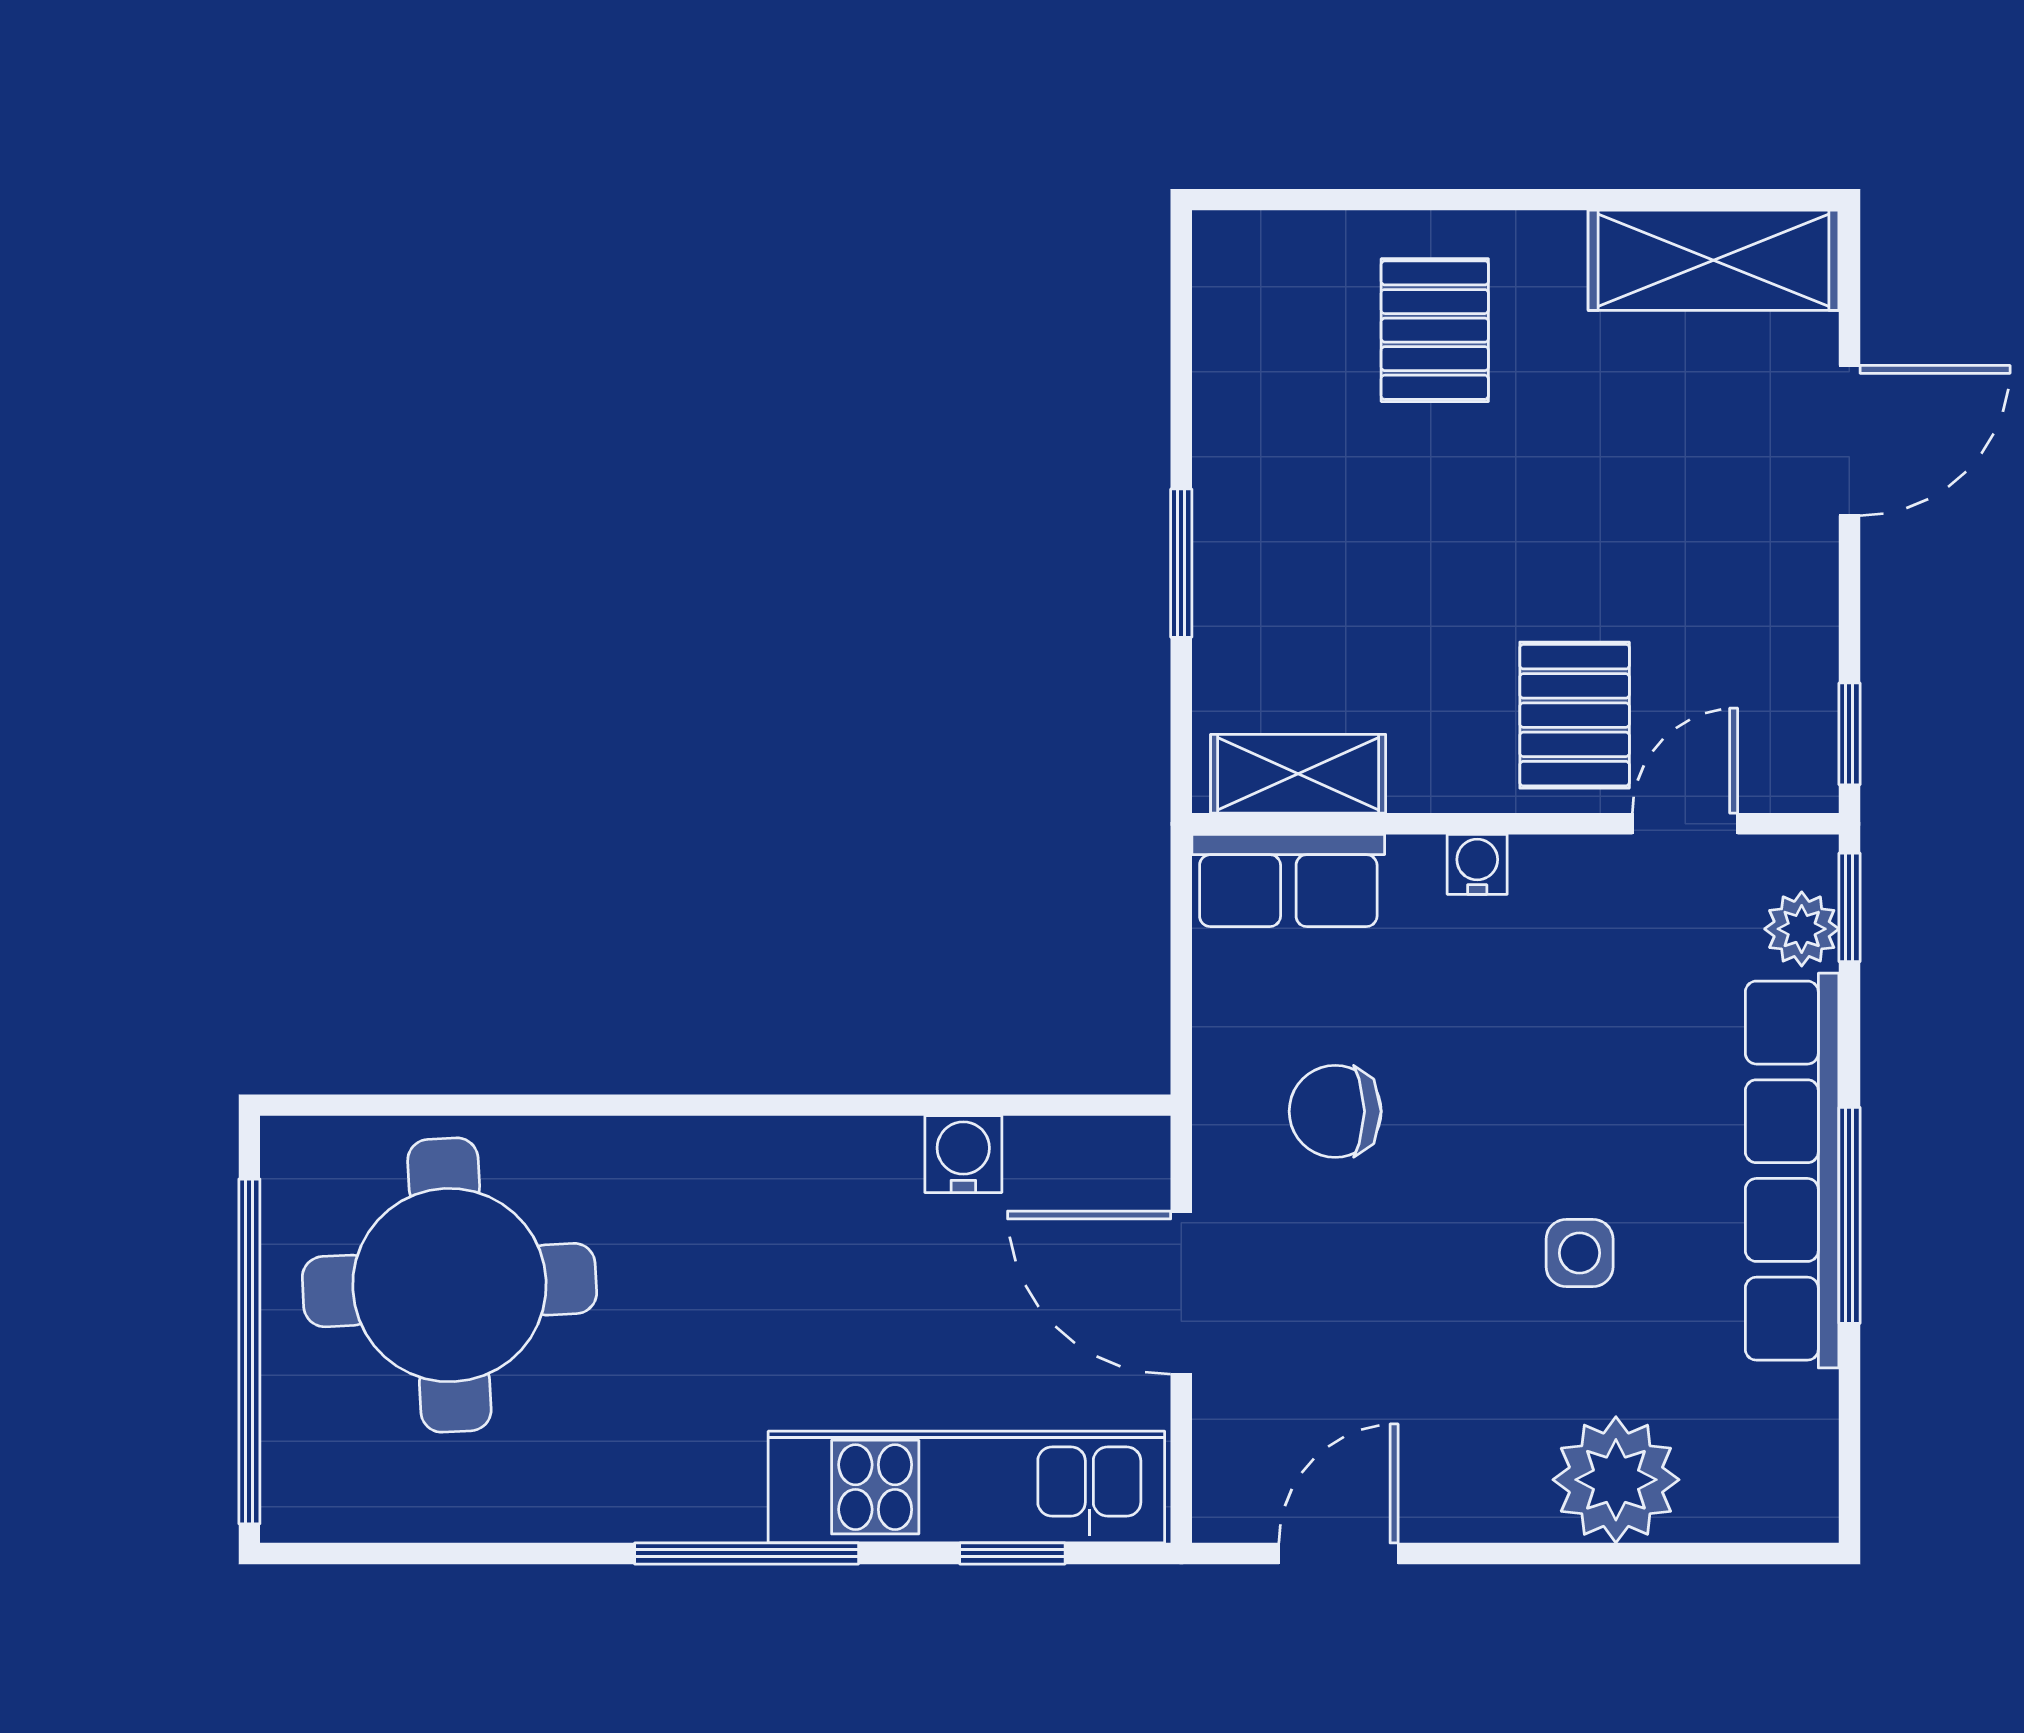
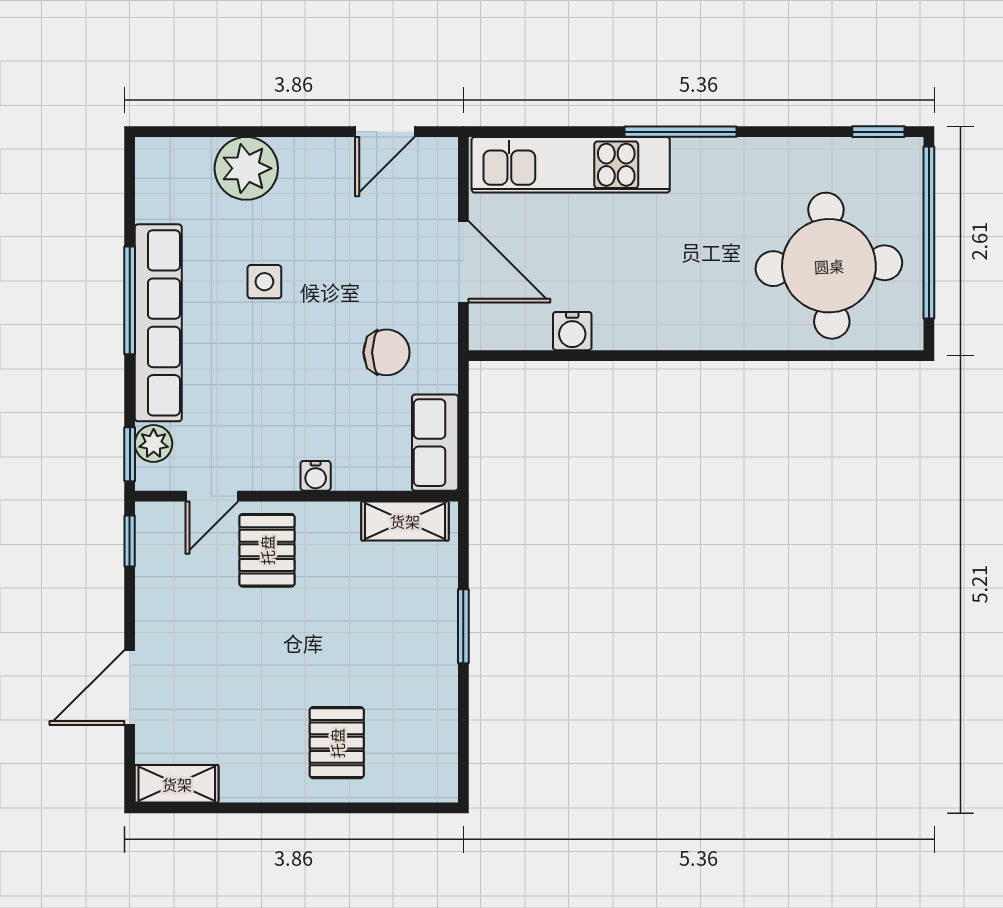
shelving: (1714, 260) -> (177, 784), width x0.67, depth x0.75
row of seats: (1288, 880) -> (435, 443), moved, turned -90
window: (1012, 1553) -> (878, 132), moved

